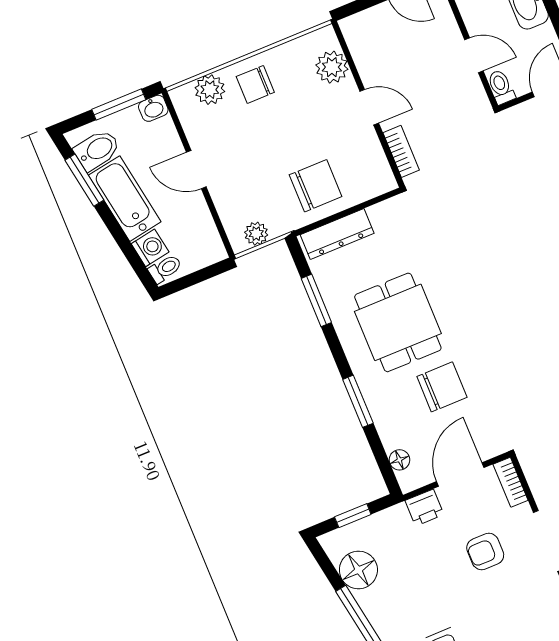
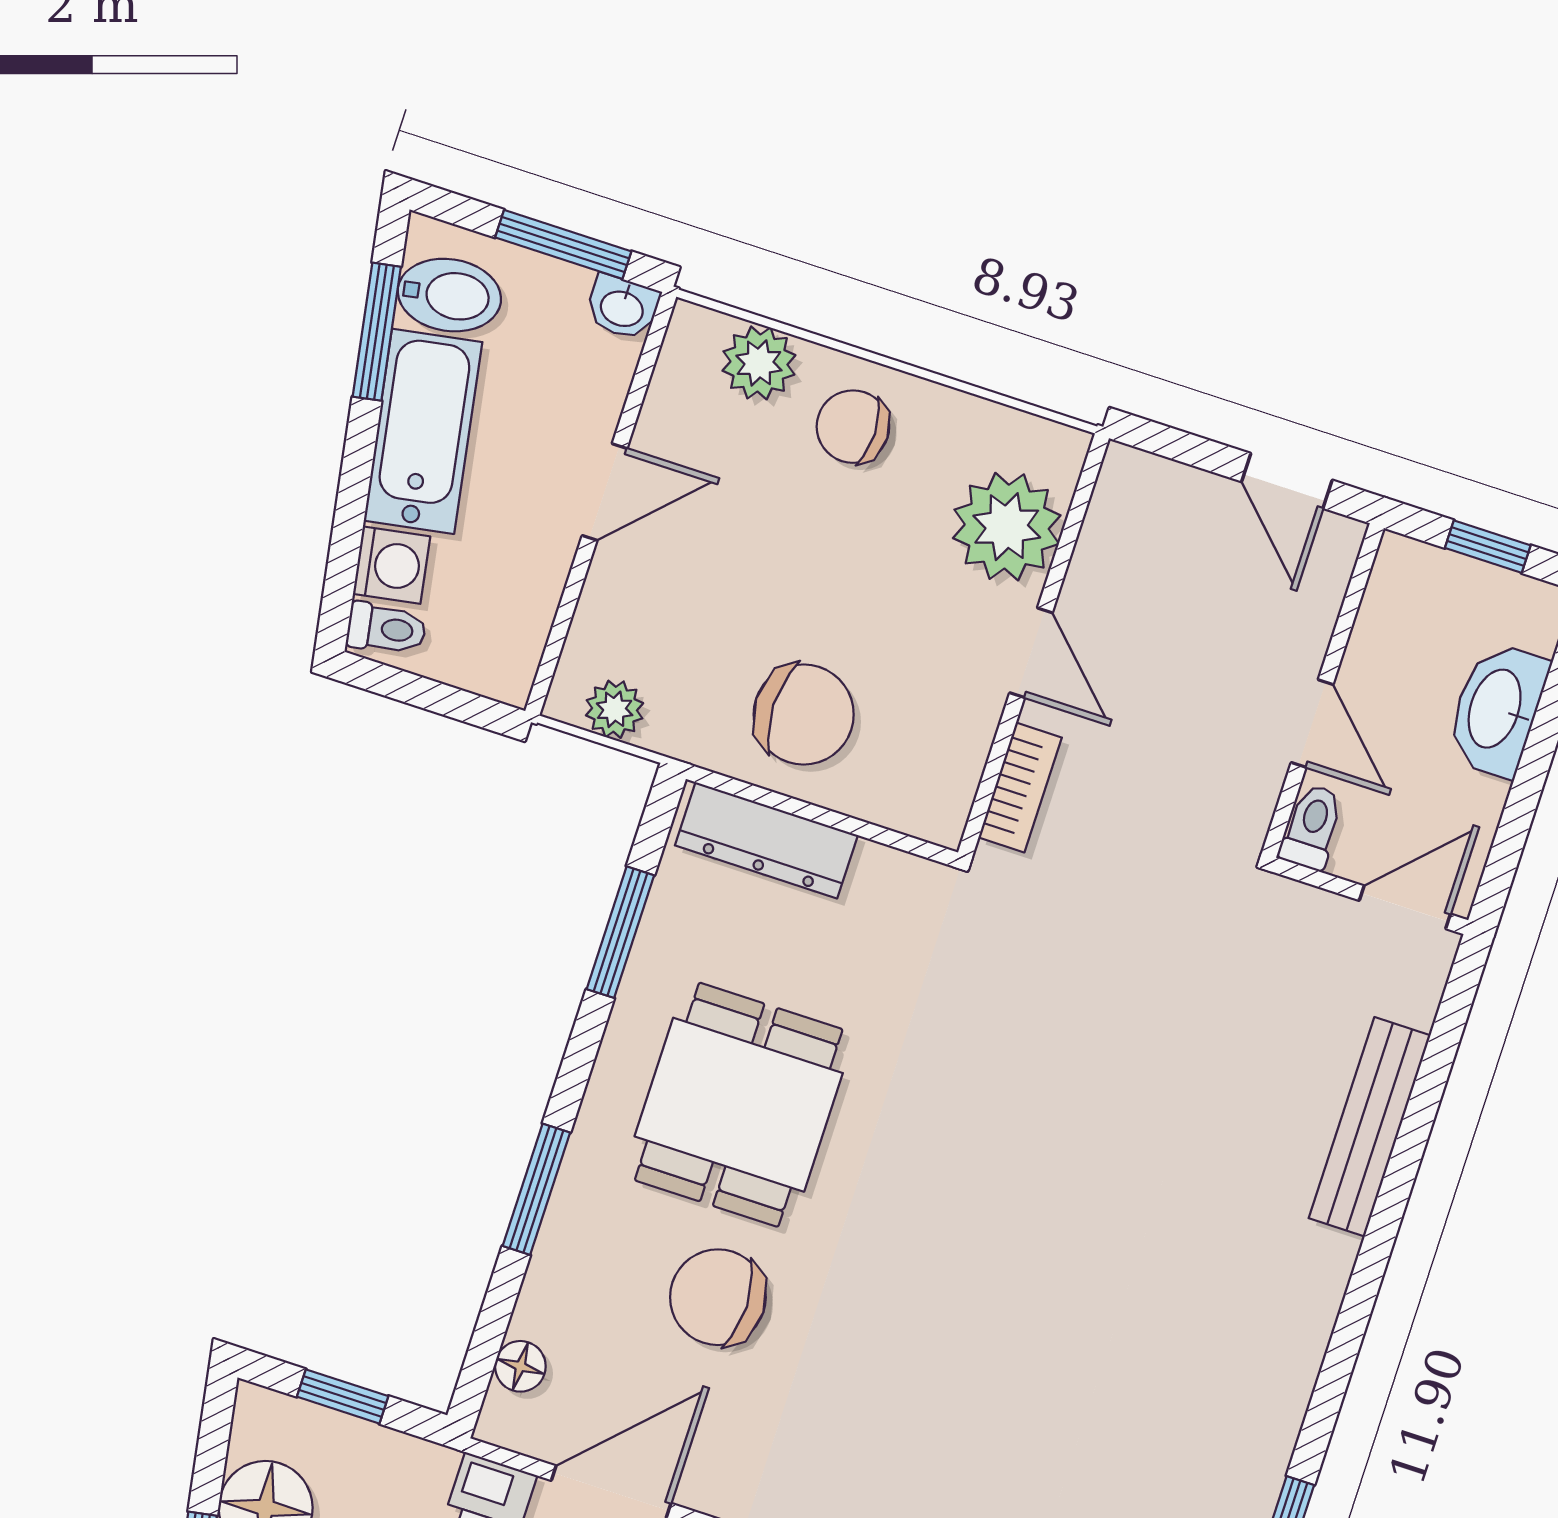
plant: (332, 67) -> (1007, 527), width x1.36, depth x1.36
door: (196, 170) -> (605, 492), swing flipped
chair: (442, 387) -> (718, 1297), turned 180

